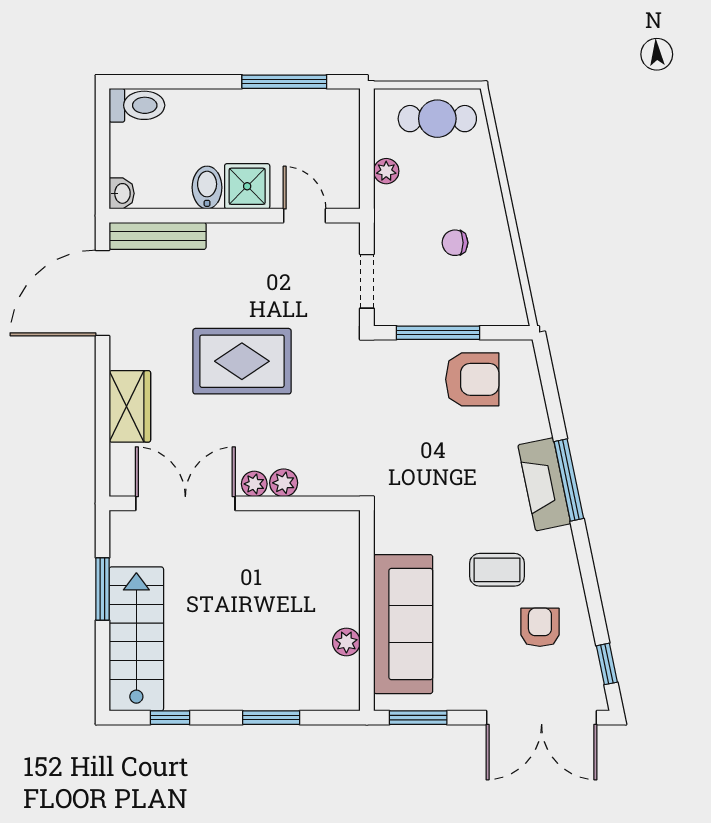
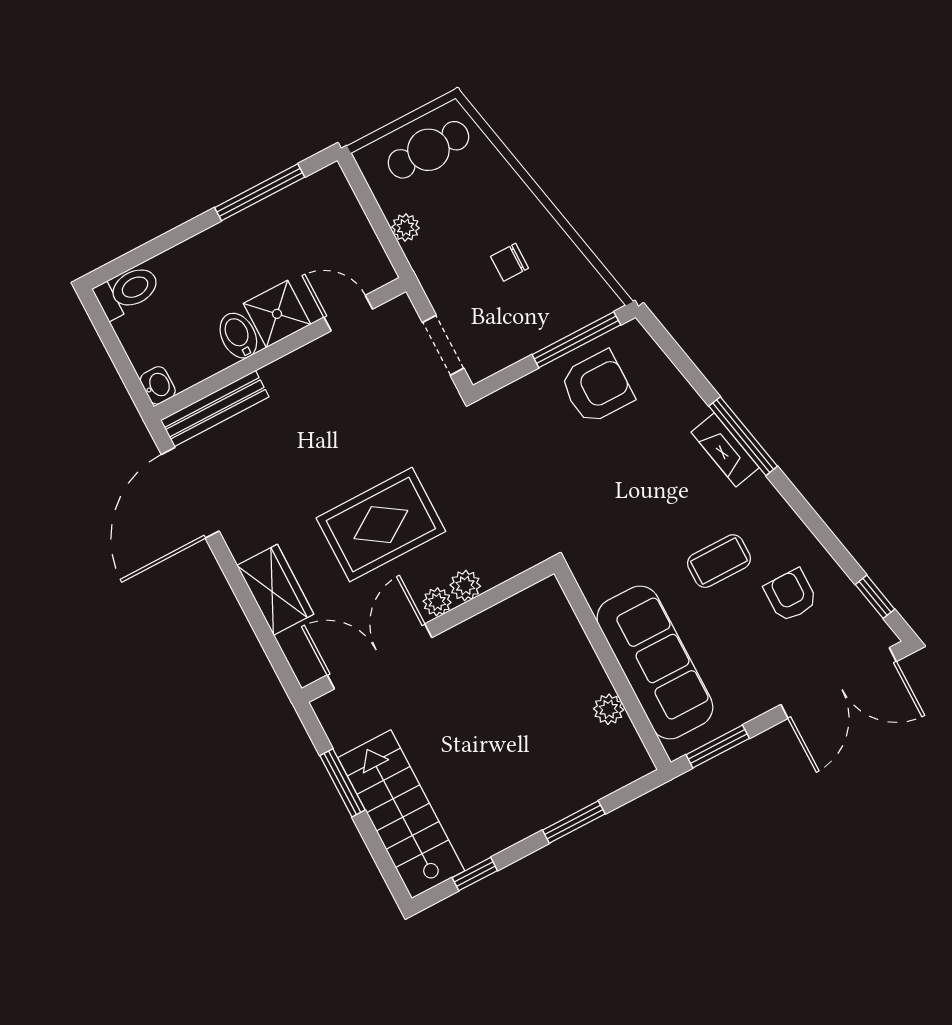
window: (438, 333) -> (576, 340), moved
rug: (242, 361) -> (381, 525), moved
fireplace: (544, 484) -> (725, 450), width x0.73, depth x0.76

